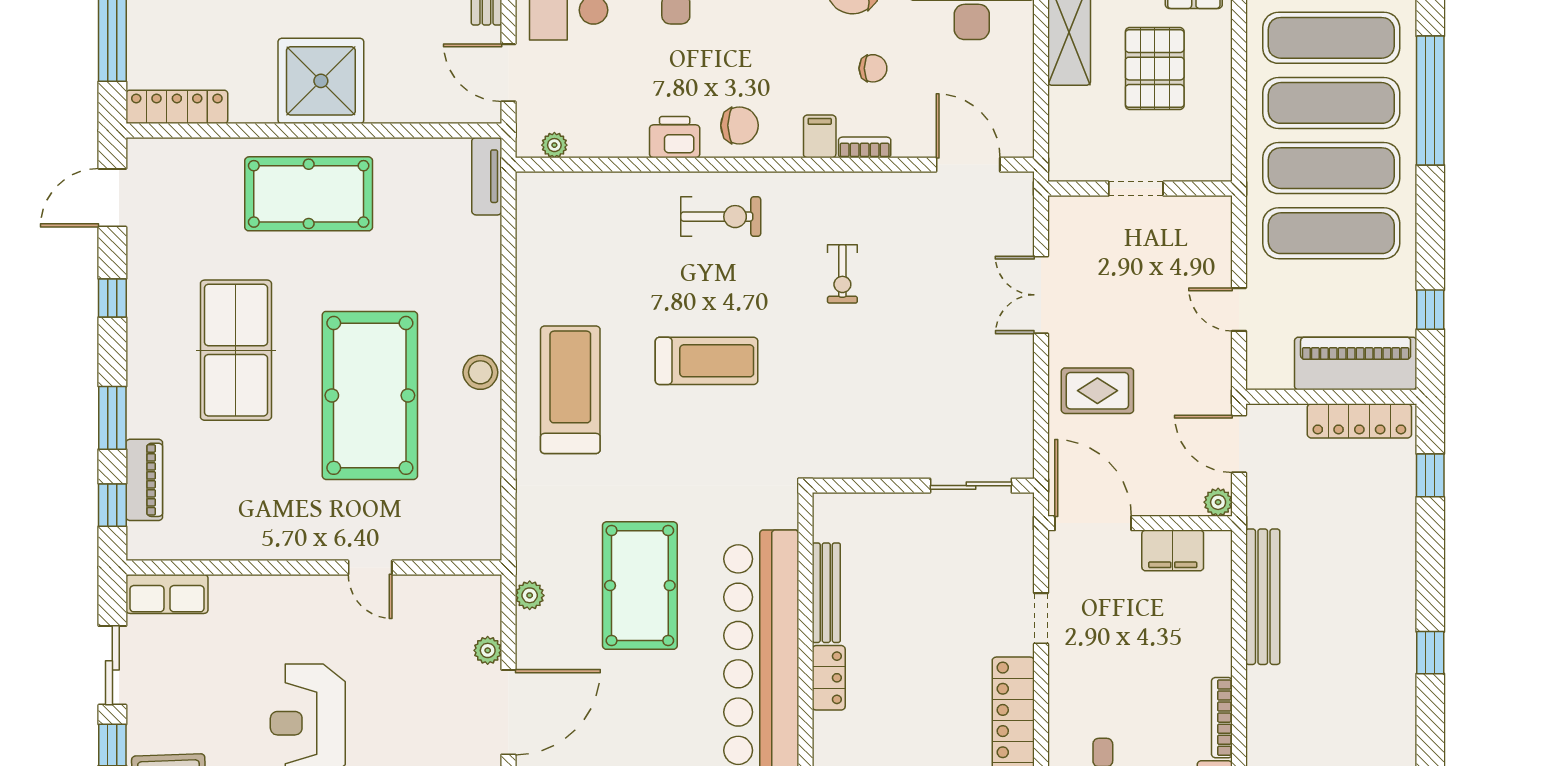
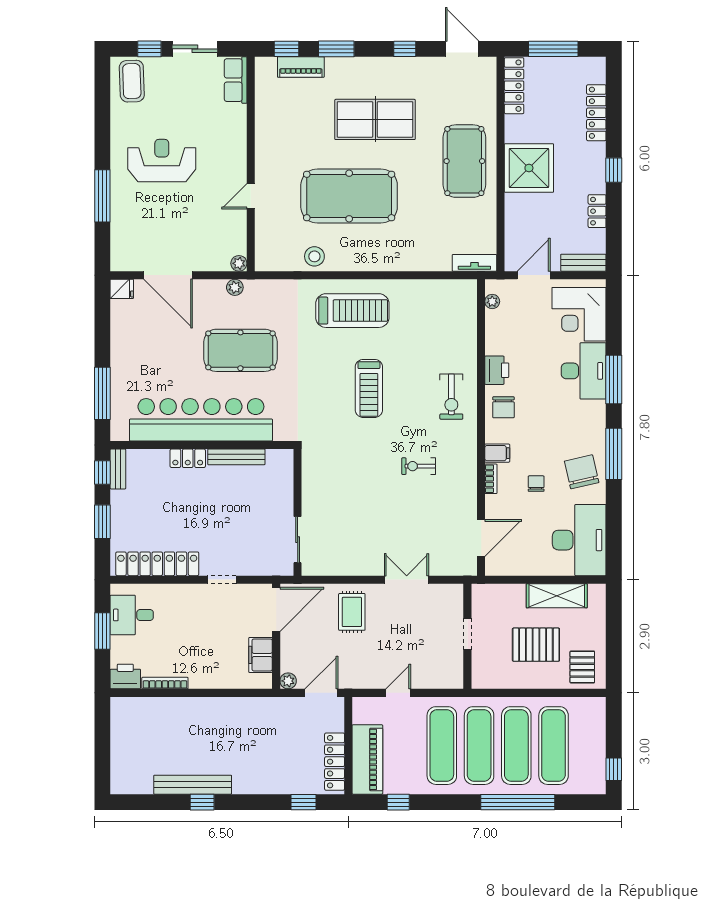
chair: (873, 68) -> (536, 484), turned 180
stool: (480, 372) -> (314, 256), moved
bench: (1263, 597) -> (193, 785), moved
plant: (488, 650) -> (239, 263), moved

